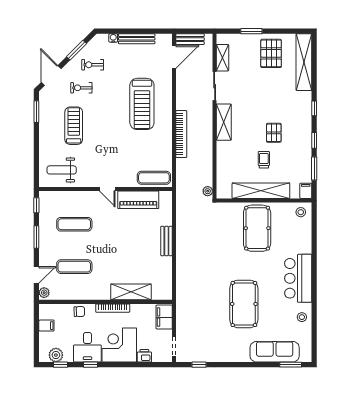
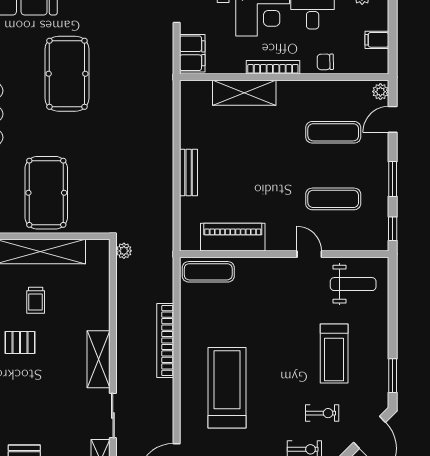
pallet: (274, 133) -> (20, 342), turned 90
door: (107, 189) -> (309, 254), moved

